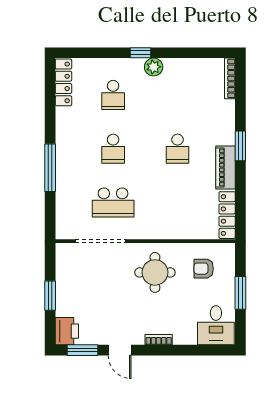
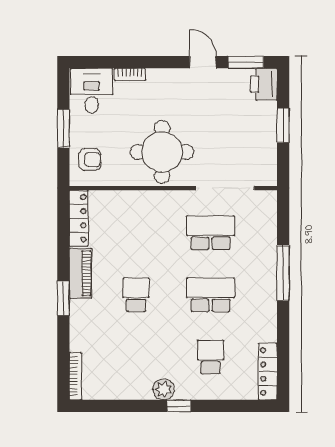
school desk: (113, 149) -> (211, 295), width x1.85
armchair: (204, 269) -> (90, 160), moved
round table: (155, 272) -> (162, 152), width x1.36, depth x1.36
bookcase: (159, 340) -> (130, 74), moved

